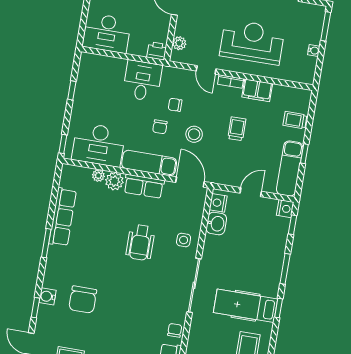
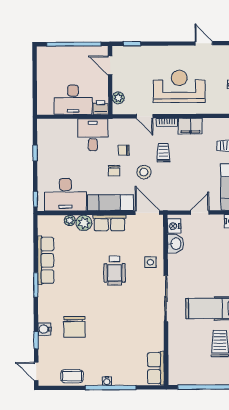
desk: (107, 33) -> (73, 100), moved
trolley: (237, 129) -> (163, 153), moved
chair: (175, 330) -> (156, 339), removed

